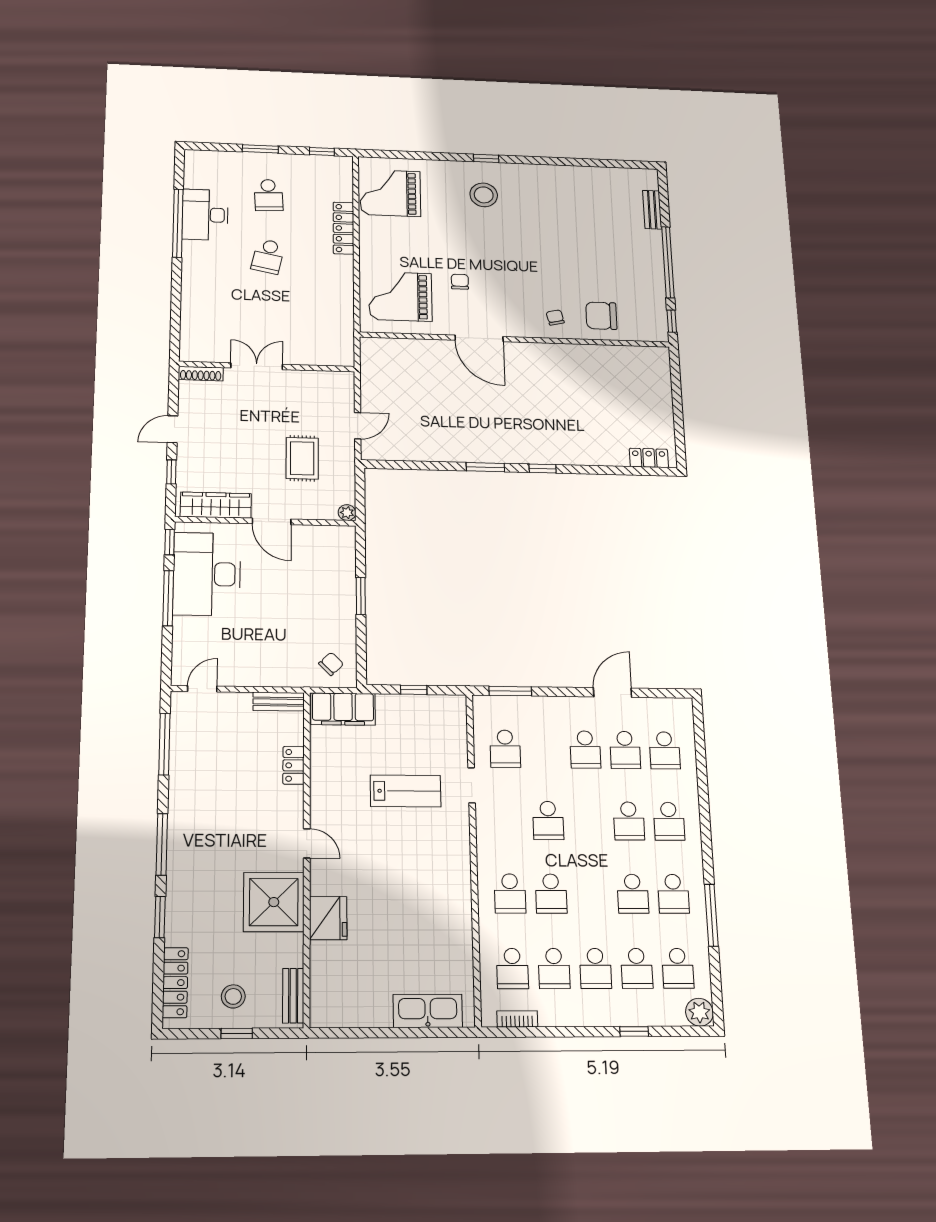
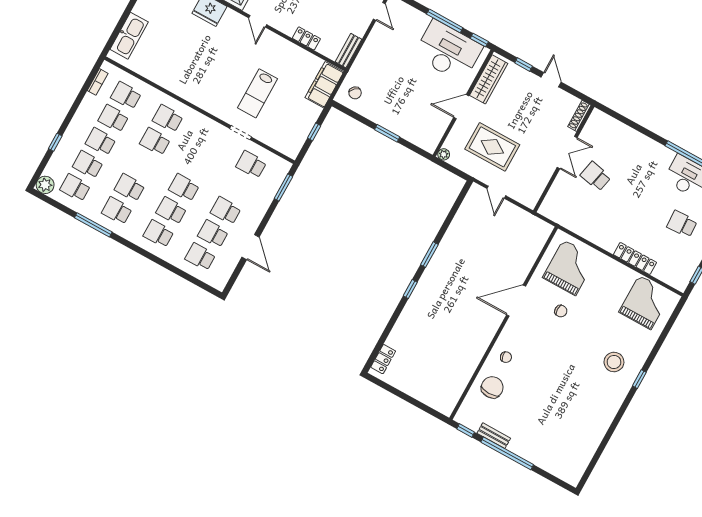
bench: (652, 210) -> (494, 436), moved
school desk: (268, 256) -> (596, 176), moved
rug: (302, 458) -> (492, 147), width x1.36, depth x1.43
school desk: (548, 820) -> (184, 188), moved
door: (307, 843) -> (258, 21), hinge flipped

